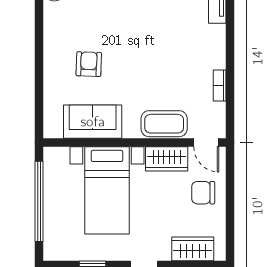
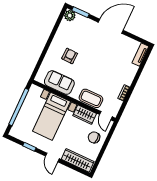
wardrobe: (193, 249) -> (78, 160), width x1.50

